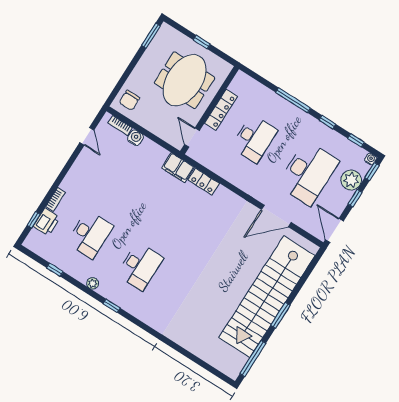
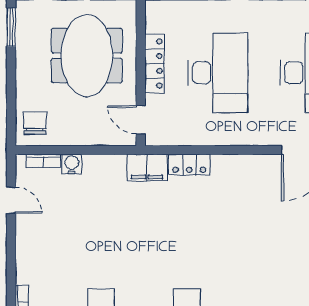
chair: (129, 100) -> (35, 123), turned 180
desk: (254, 139) -> (218, 73), width x1.36, depth x1.30

